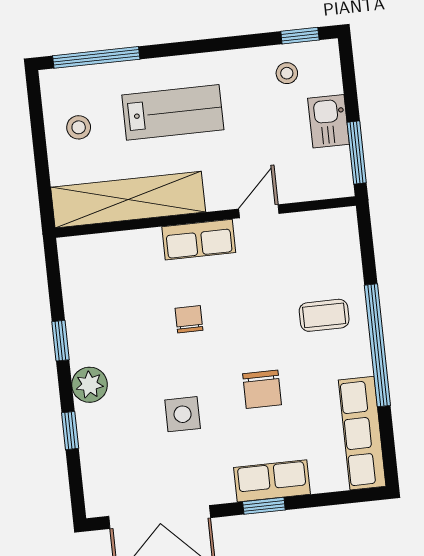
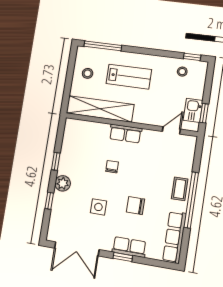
kitchen sink: (329, 121) -> (193, 110), moved
window: (357, 153) -> (204, 113), width x0.67
door: (259, 211) -> (171, 130), moved
coffee table: (324, 315) -> (180, 189), moved, turned 90
chair: (262, 389) -> (135, 206), turned 90

